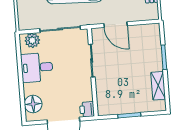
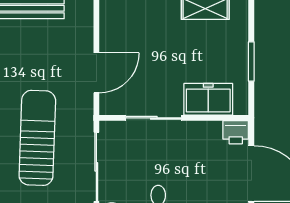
freezer: (105, 92) -> (208, 99), added

